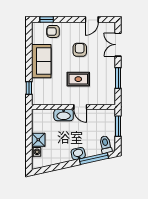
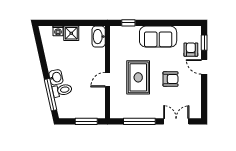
door: (92, 19) -> (204, 67), moved
window: (118, 78) -> (139, 121), width x1.44
rug: (78, 79) -> (138, 77), width x1.36, depth x1.43
washbasin: (64, 115) -> (99, 37), moved
toilet: (106, 144) -> (62, 90), moved

